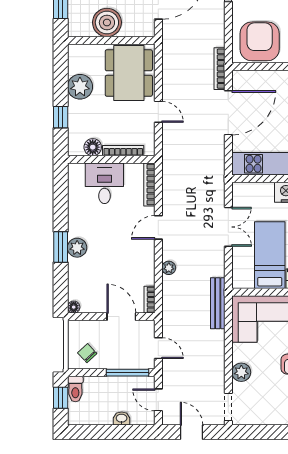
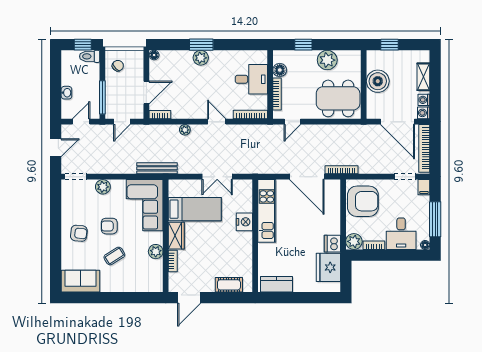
door: (158, 112) -> (292, 122), moved

